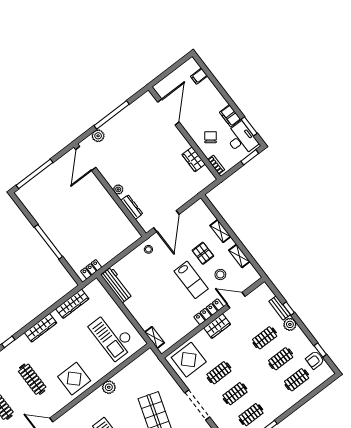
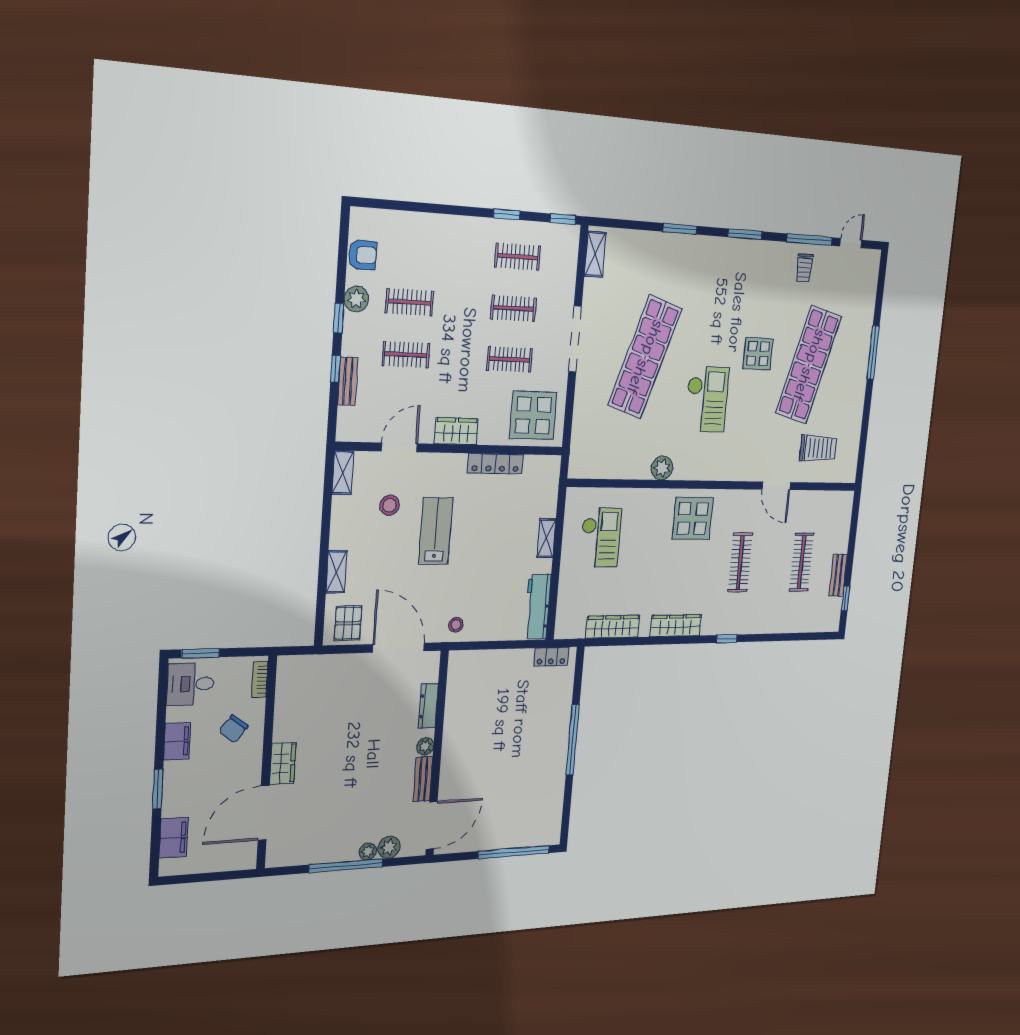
filing cabinet: (199, 76) -> (174, 838), width x2.00
window: (249, 126) -> (158, 789), moved
plant: (107, 128) -> (368, 851), added
desk: (241, 139) -> (191, 684), width x0.73
wardrobe: (194, 159) -> (283, 763), moved
bench: (107, 175) -> (423, 779), added
door: (166, 221) -> (399, 648), hinge flipped
pallet: (203, 253) -> (348, 623), moved
shelving: (239, 256) -> (343, 473), moved
door: (236, 300) -> (399, 447), swing flipped
locker: (209, 312) -> (496, 464), moved
plant: (290, 324) -> (356, 299), moved
checkout: (112, 336) -> (600, 538), width x0.73, depth x0.83
shelving: (154, 337) -> (546, 538), moved
window: (320, 350) -> (339, 318), moved
clothes rail: (297, 380) -> (413, 249), removed

